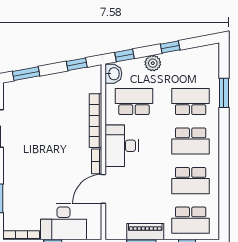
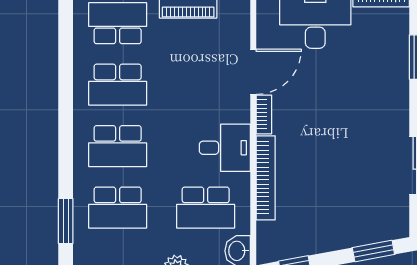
school desk: (191, 141) -> (118, 146), turned 180
desk: (122, 146) -> (225, 148), width x0.73
school desk: (191, 181) -> (118, 85), turned 180

